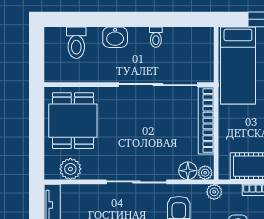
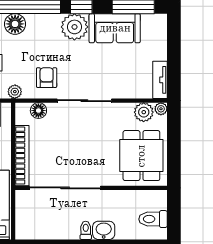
toilet: (156, 37) -> (86, 230), moved
toilet: (76, 43) -> (153, 219), moved, turned -90
plant: (205, 173) -> (161, 109), moved

